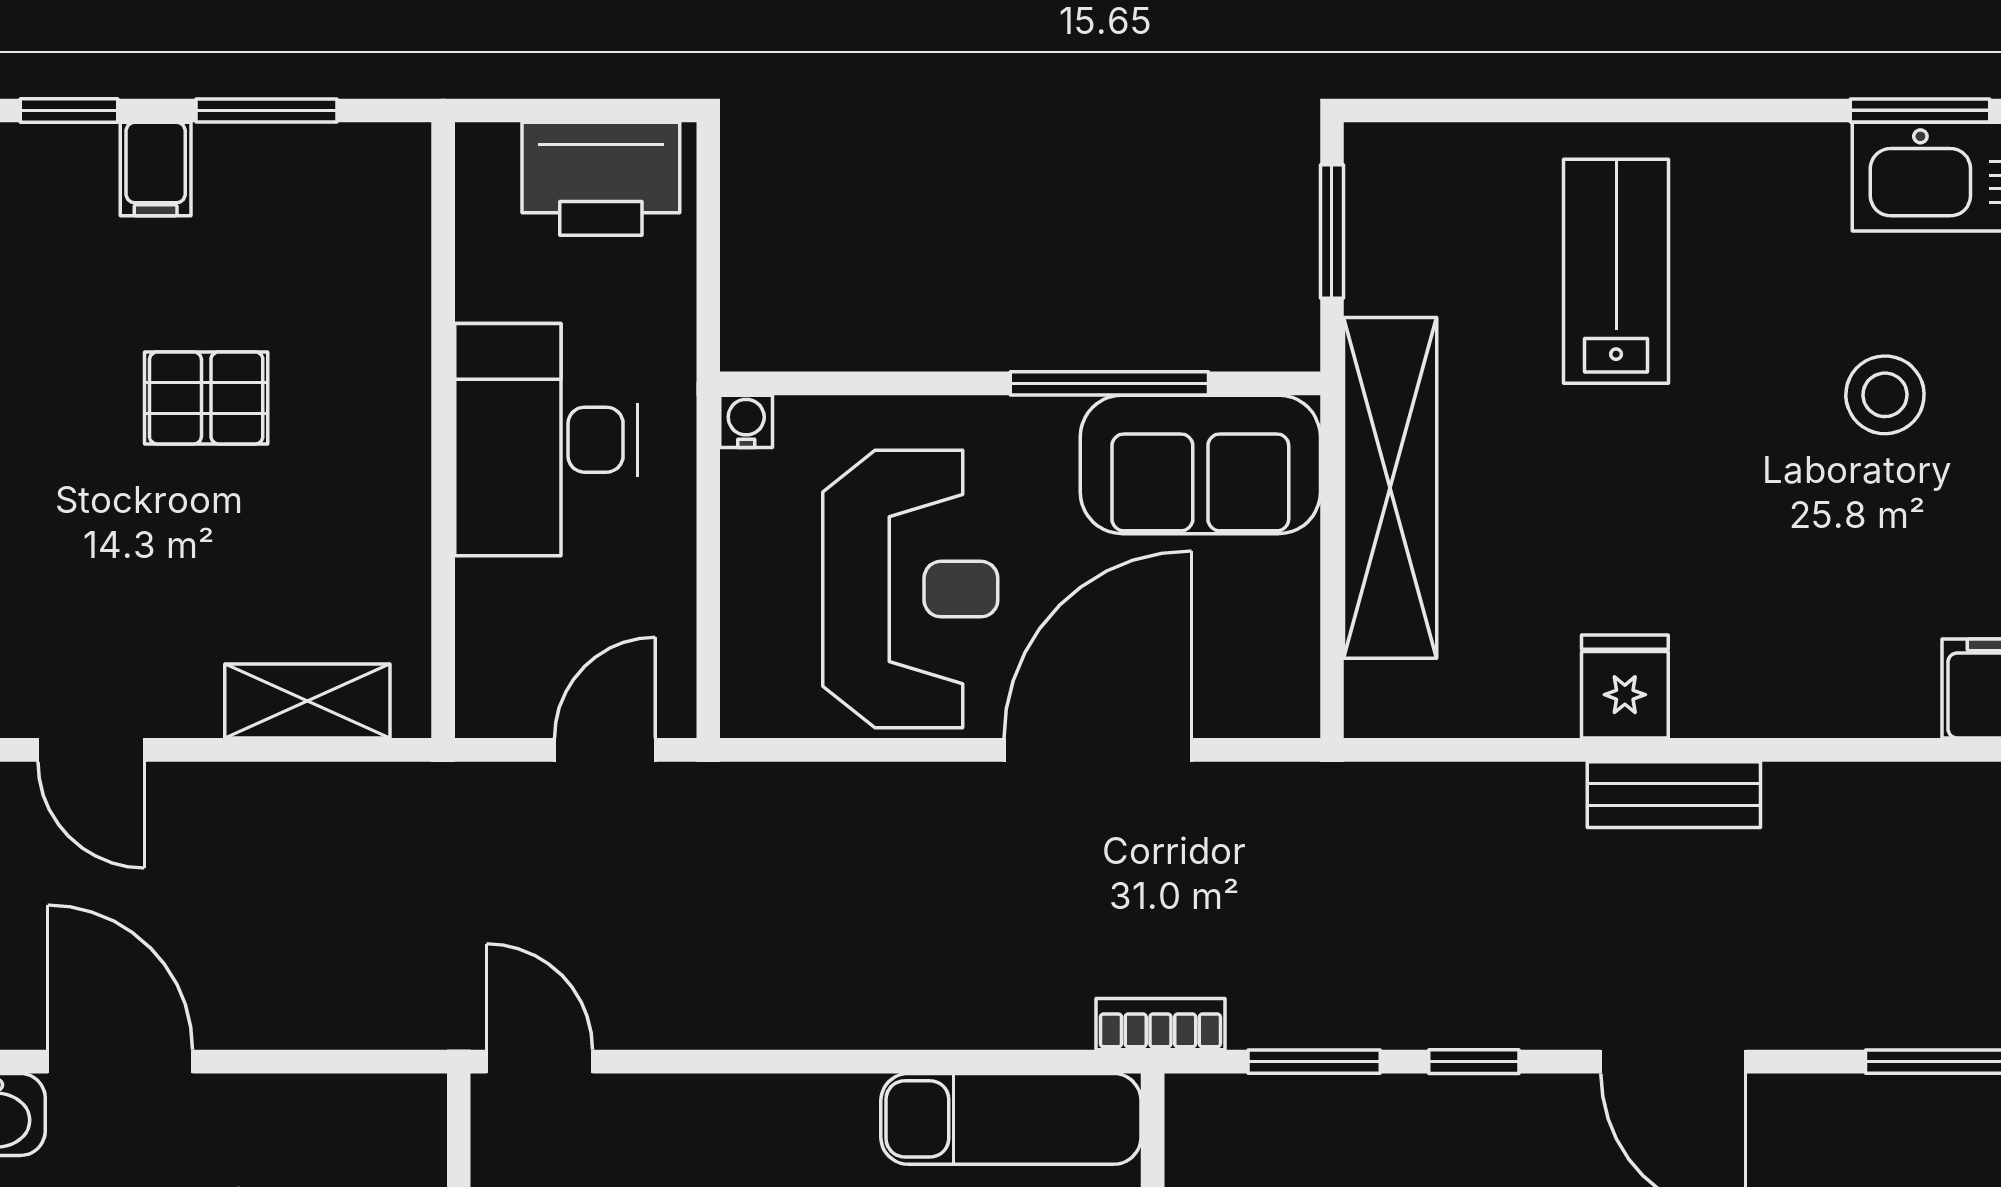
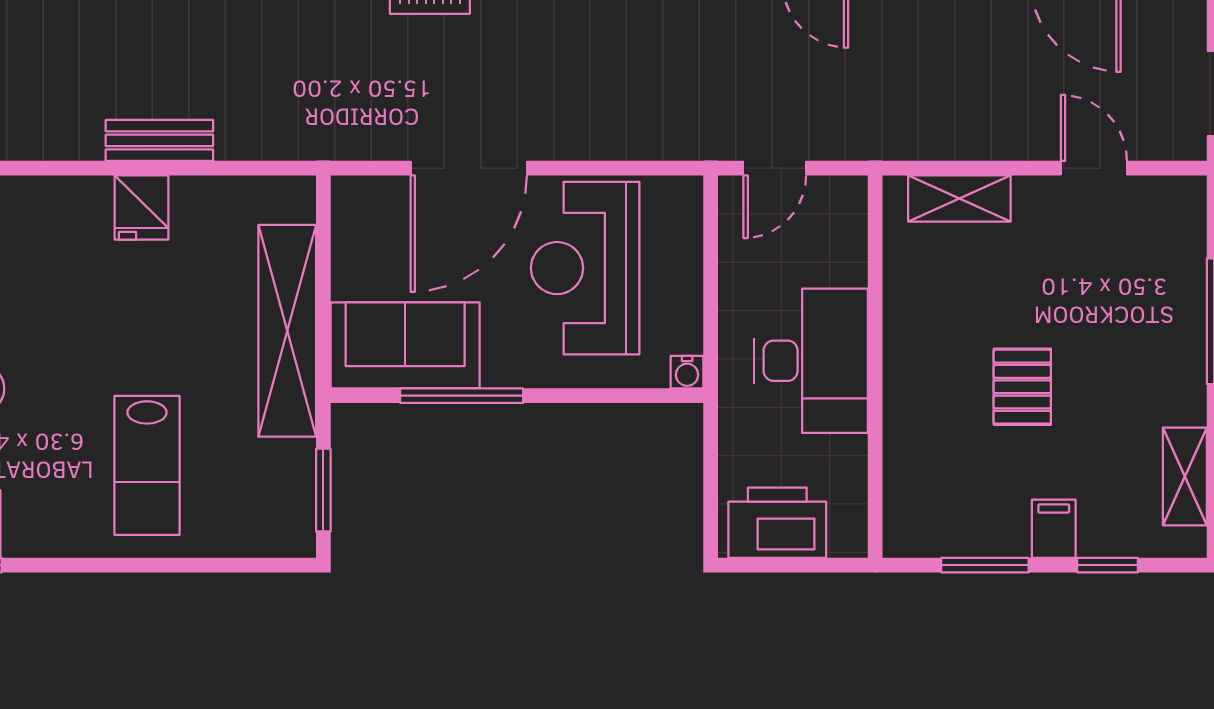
pallet: (206, 398) -> (1022, 387), turned 90
bench: (1674, 795) -> (159, 140), moved

